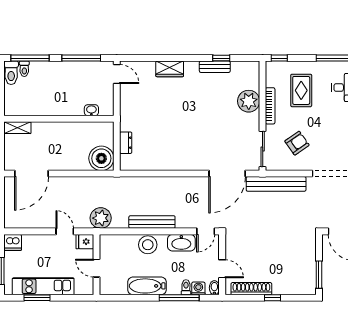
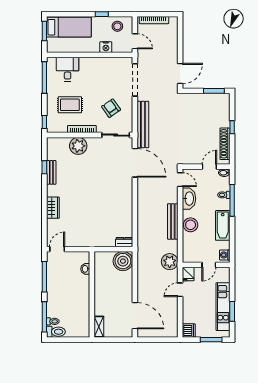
dresser: (126, 143) -> (124, 242), moved
washing machine: (198, 288) -> (225, 255), moved

